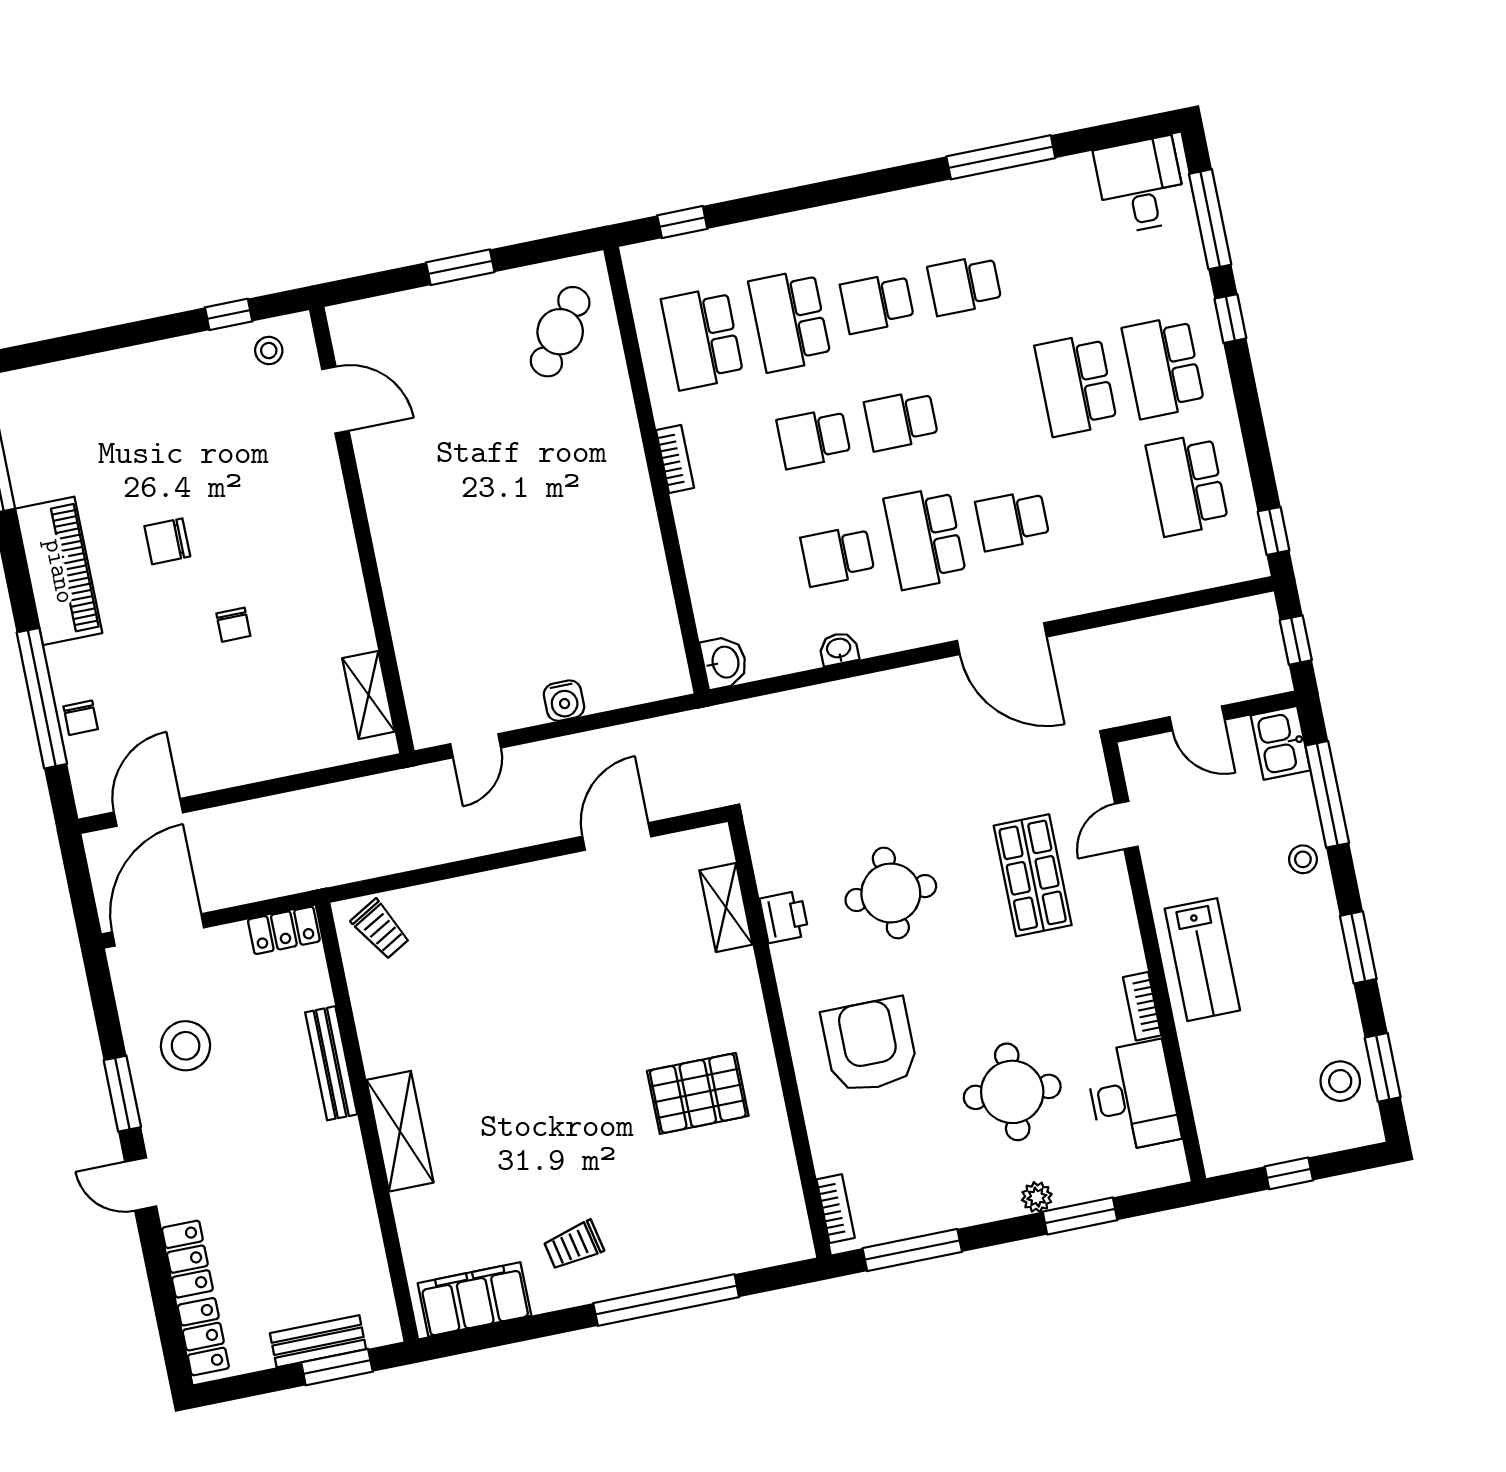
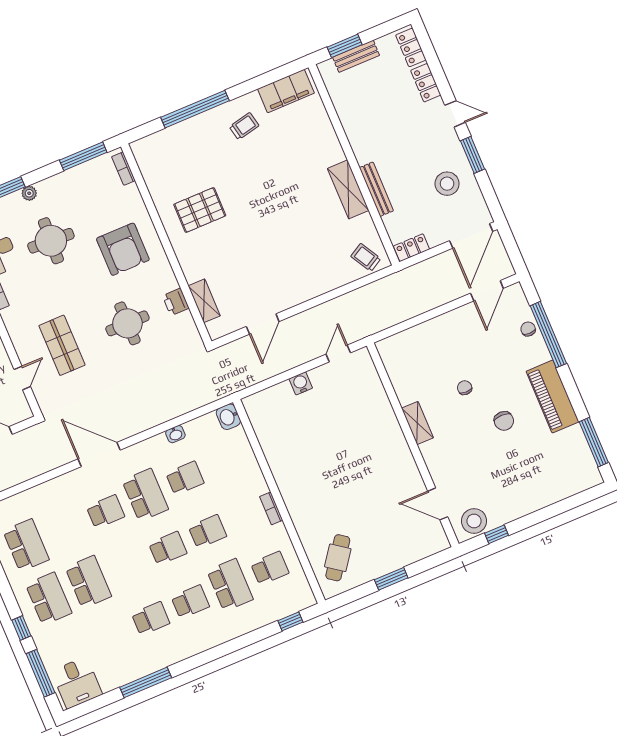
school desk: (702, 338) -> (270, 568), width x0.54
stool: (269, 351) -> (474, 521), width x1.89, depth x1.89
chair: (167, 541) -> (504, 421), turned 90
shelving: (368, 695) -> (417, 423), moved
shelving: (400, 1131) -> (348, 189), moved

